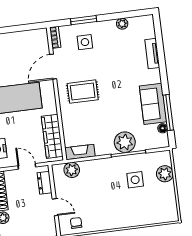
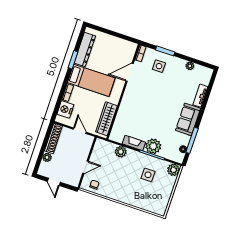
rug: (83, 92) -> (141, 99), removed
sofa: (153, 104) -> (188, 119), moved
fireplace: (80, 152) -> (134, 143), moved
plant: (72, 170) -> (121, 152), moved
plant: (165, 174) -> (173, 170), moved
dresser: (45, 183) -> (86, 147), removed
door: (55, 207) -> (86, 167), hinge flipped

